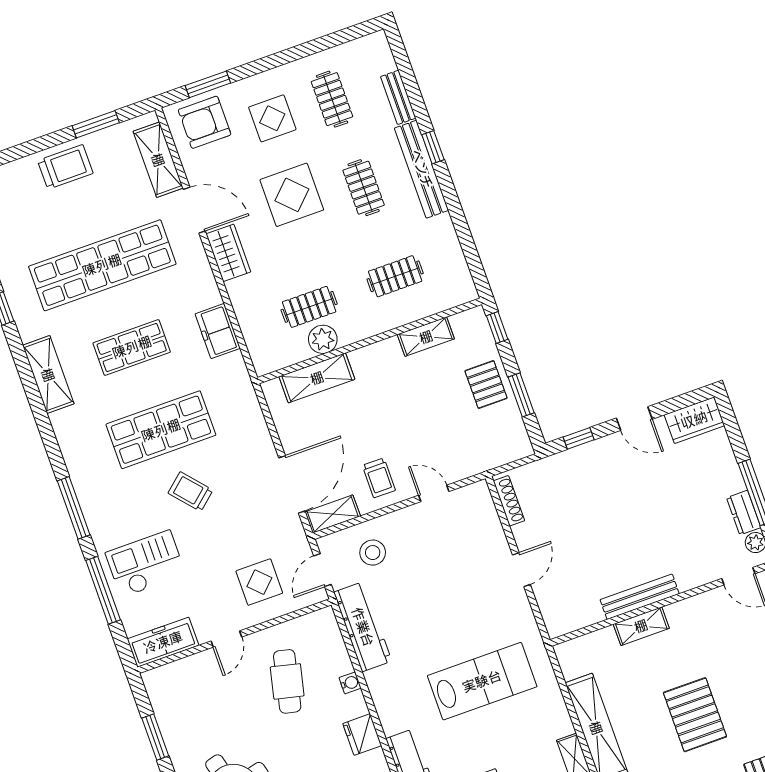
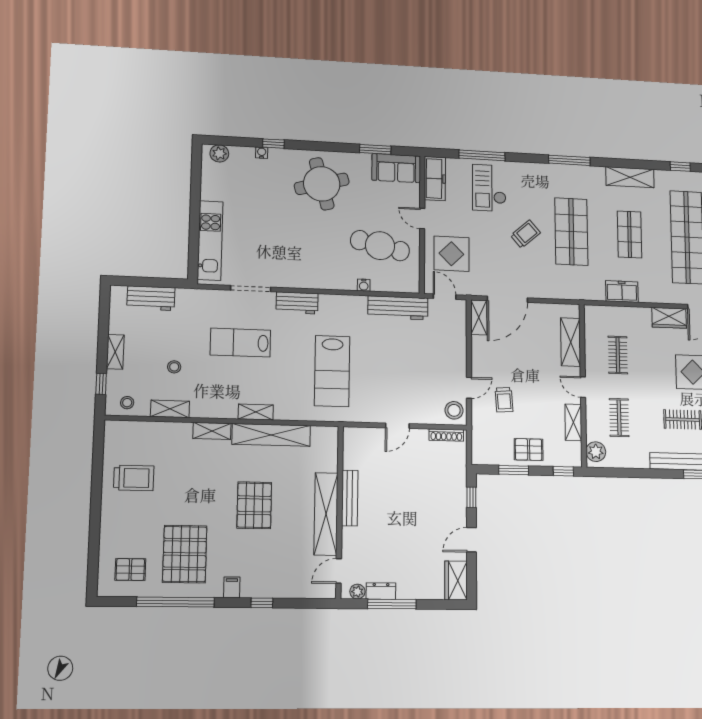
plant: (323, 339) -> (596, 452), moved
door: (372, 340) -> (583, 387), added
trolley: (379, 478) -> (504, 400), moved, turned -94
door: (292, 484) -> (507, 299), hinge flipped
window: (74, 508) -> (569, 160), moved
stool: (373, 553) -> (454, 410), moved
checkout: (146, 564) -> (489, 188), turned 180
door: (521, 570) -> (397, 426), hinge flipped
display table: (259, 582) -> (451, 254), width x1.36, depth x1.36
shelving: (641, 626) -> (326, 514), width x2.20, depth x1.33
cafe table: (287, 681) -> (380, 246), width x1.37, depth x1.35
sofa: (170, 699) -> (396, 168), added
pallet: (695, 715) -> (254, 505), turned 90
fridge: (362, 735) -> (326, 279), removed

